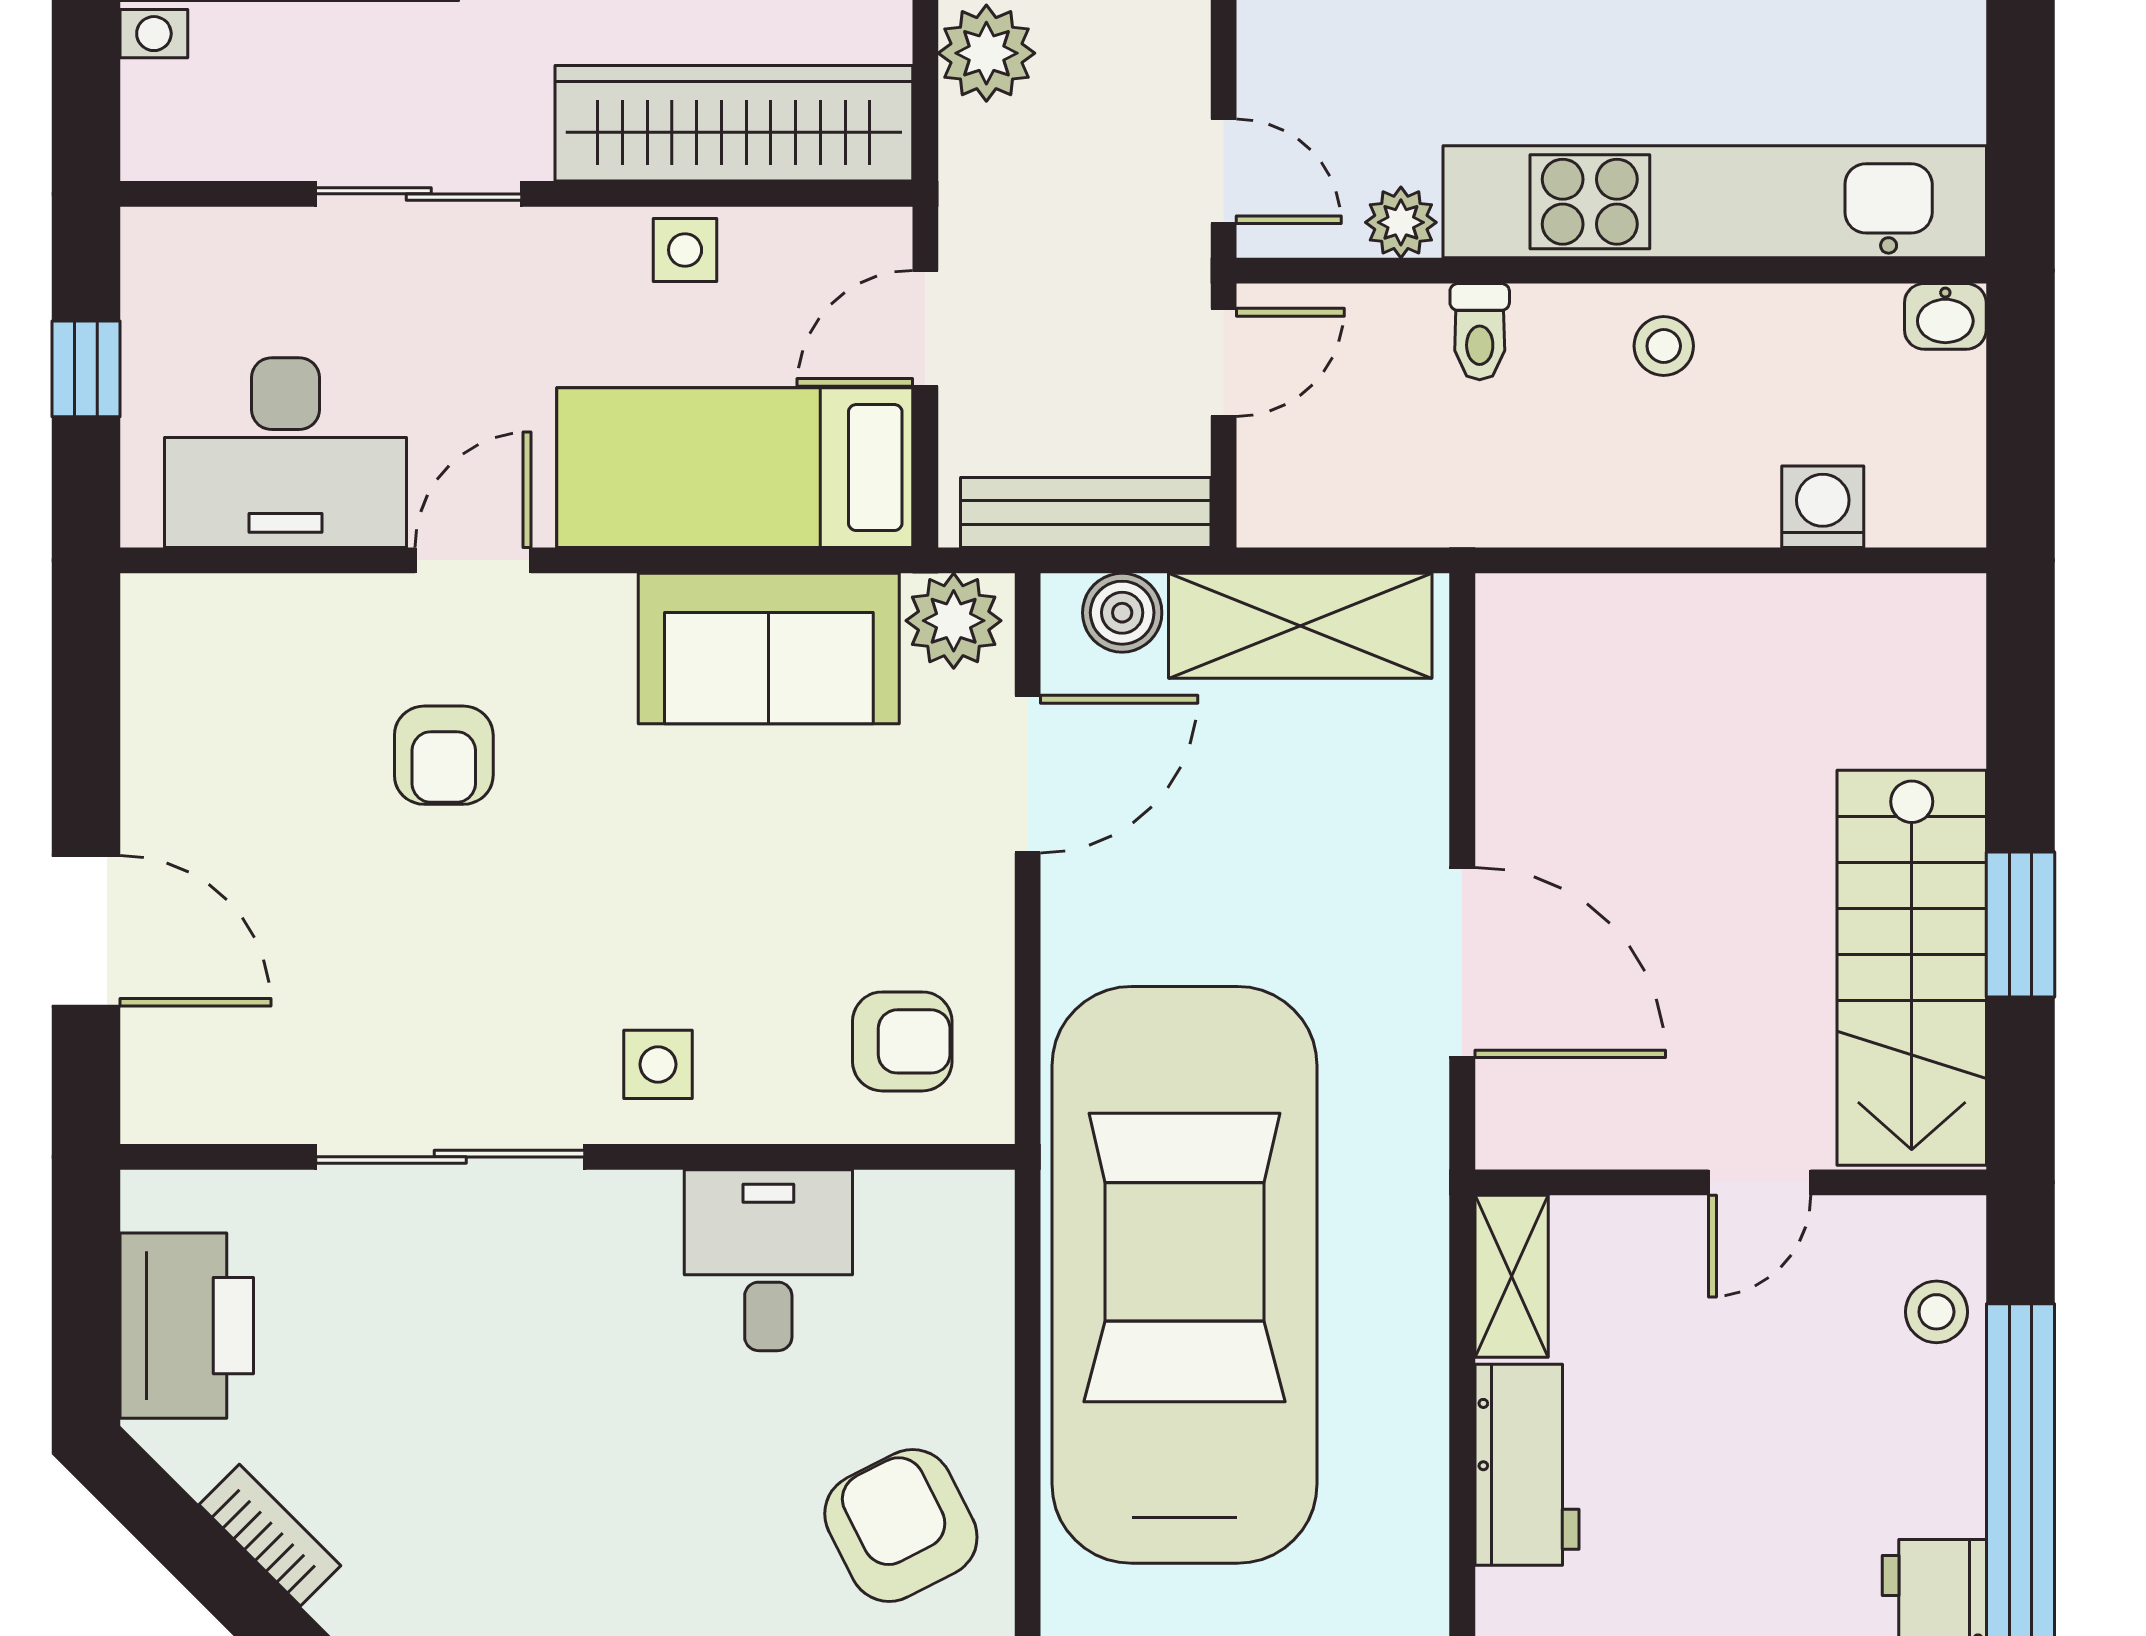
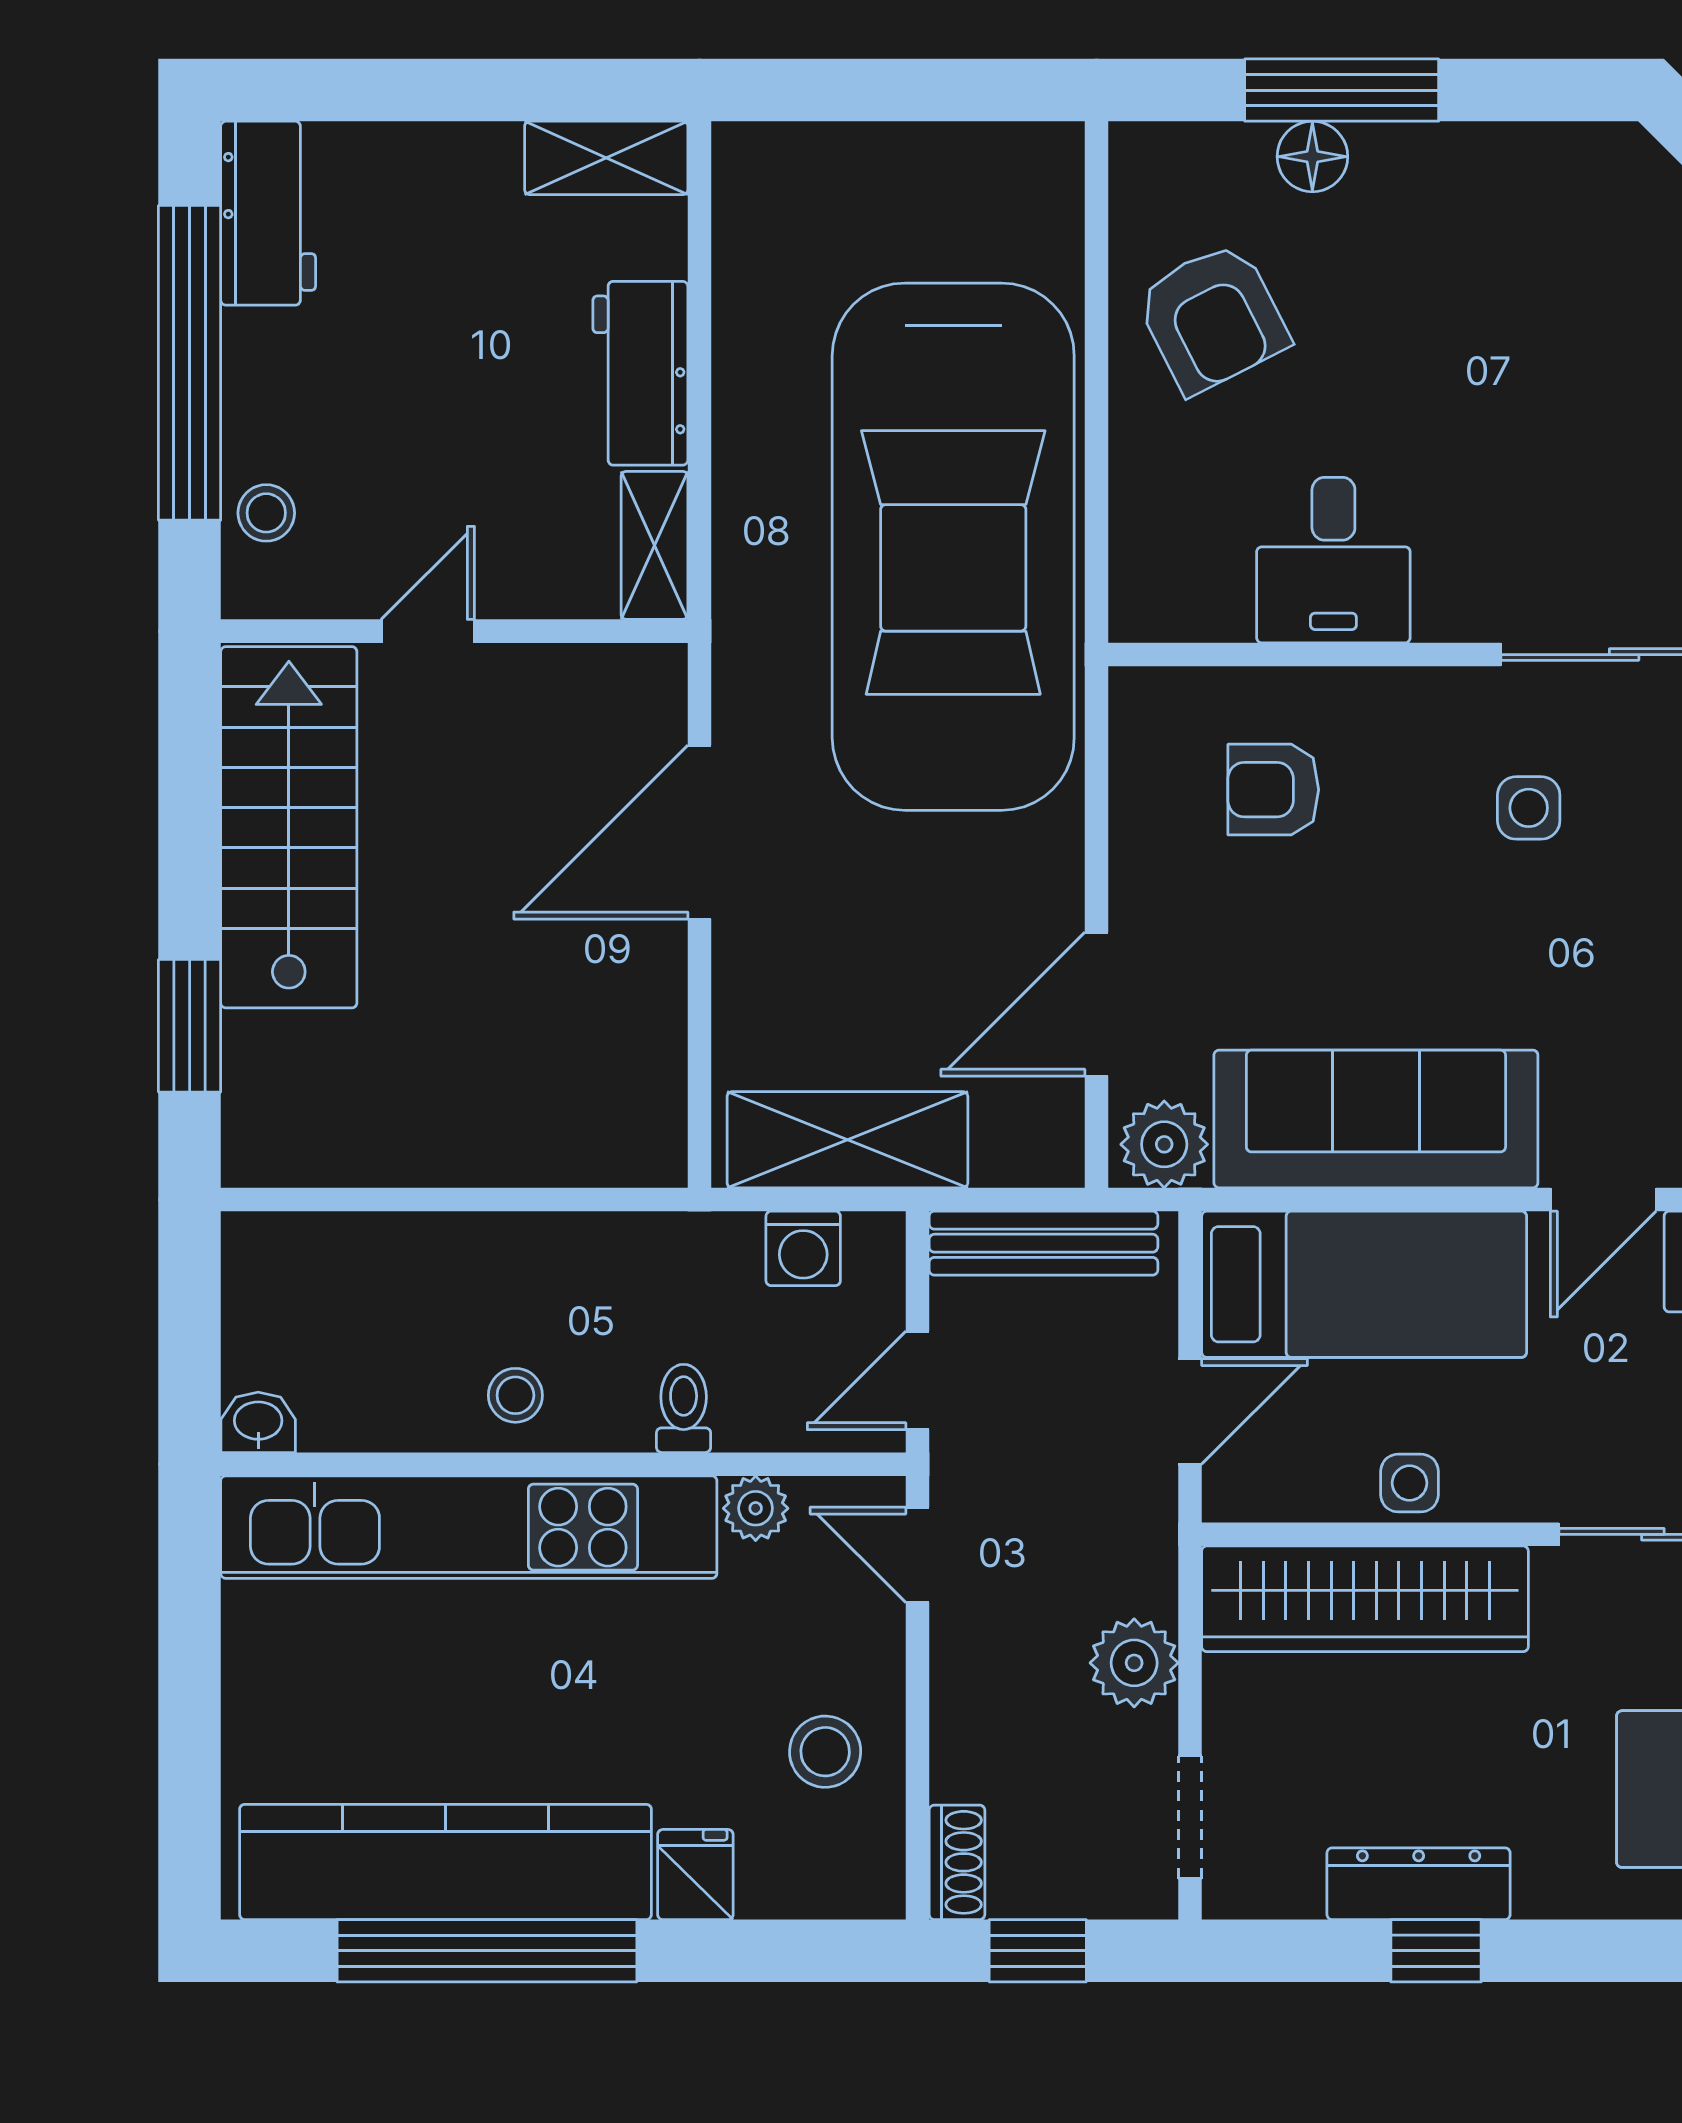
washing machine: (1823, 507) -> (803, 1248), moved
boiler: (1122, 613) -> (1010, 1152), removed
sofa: (769, 648) -> (1376, 1119), width x1.36
armchair: (444, 755) -> (1630, 1021), removed
window: (2020, 925) -> (190, 1026), moved
door: (1462, 962) -> (699, 832), hinge flipped
armchair: (902, 1041) -> (1273, 790), moved
side table: (658, 1064) -> (1529, 808), moved

